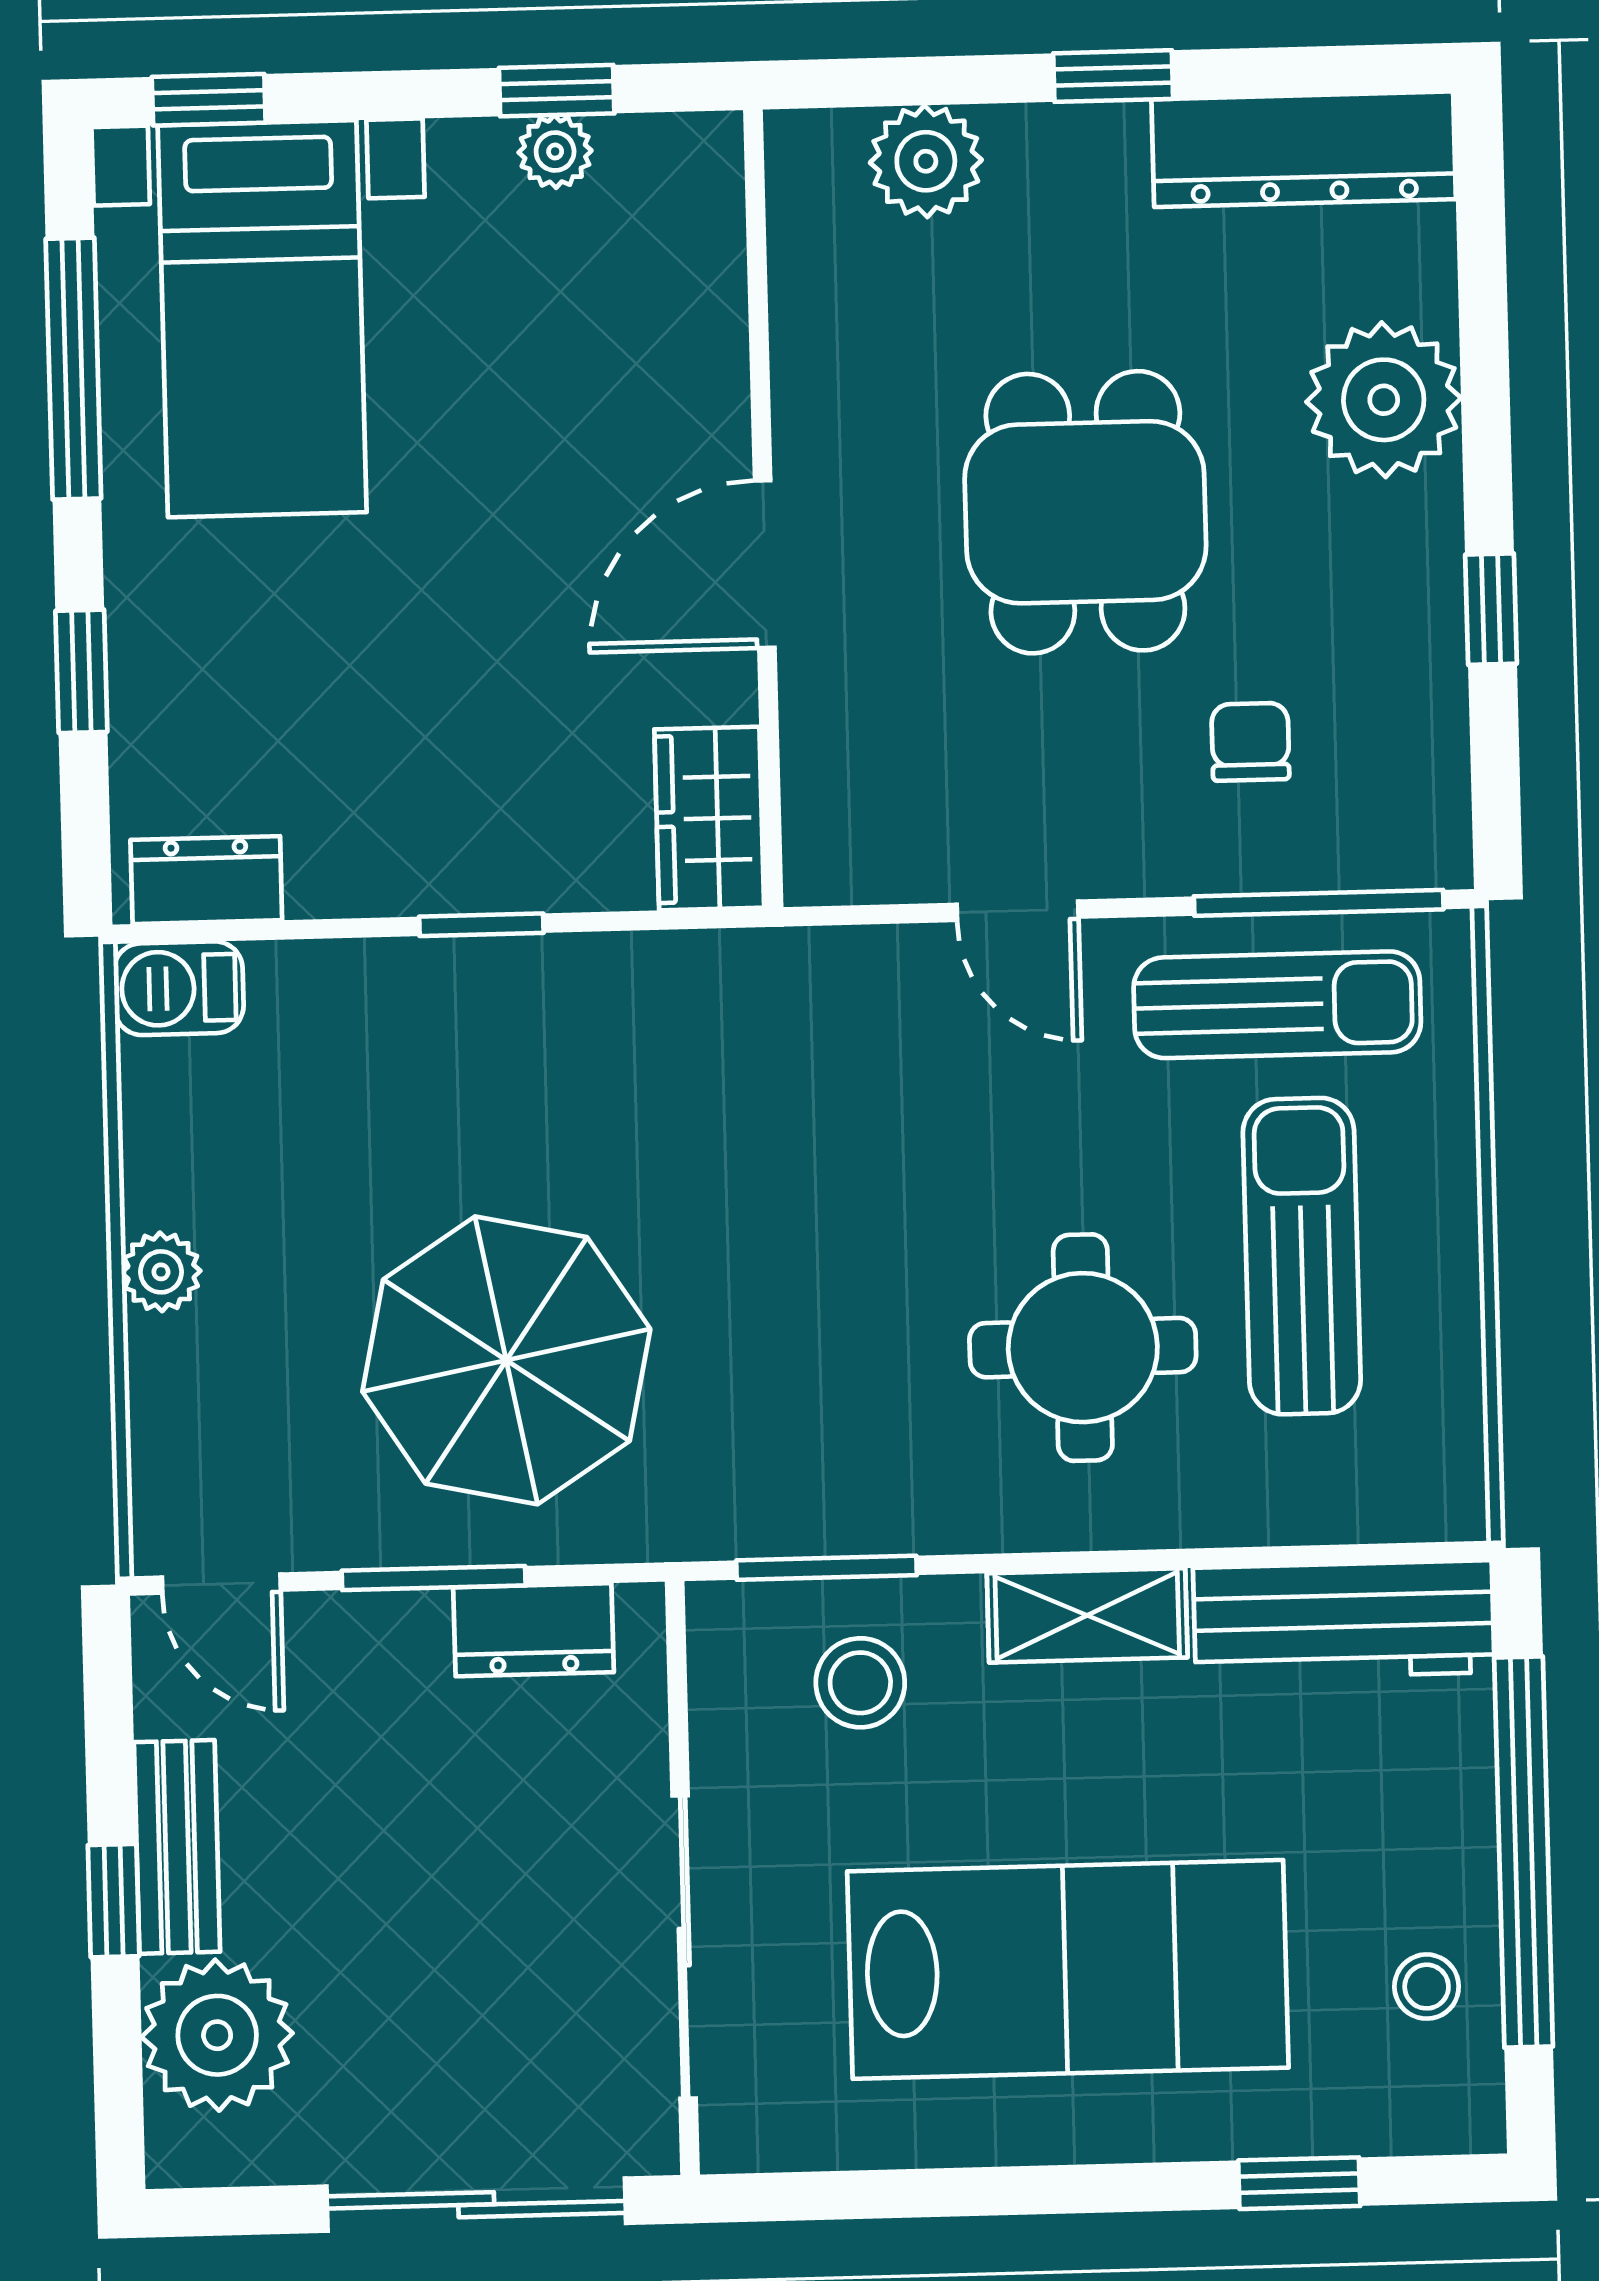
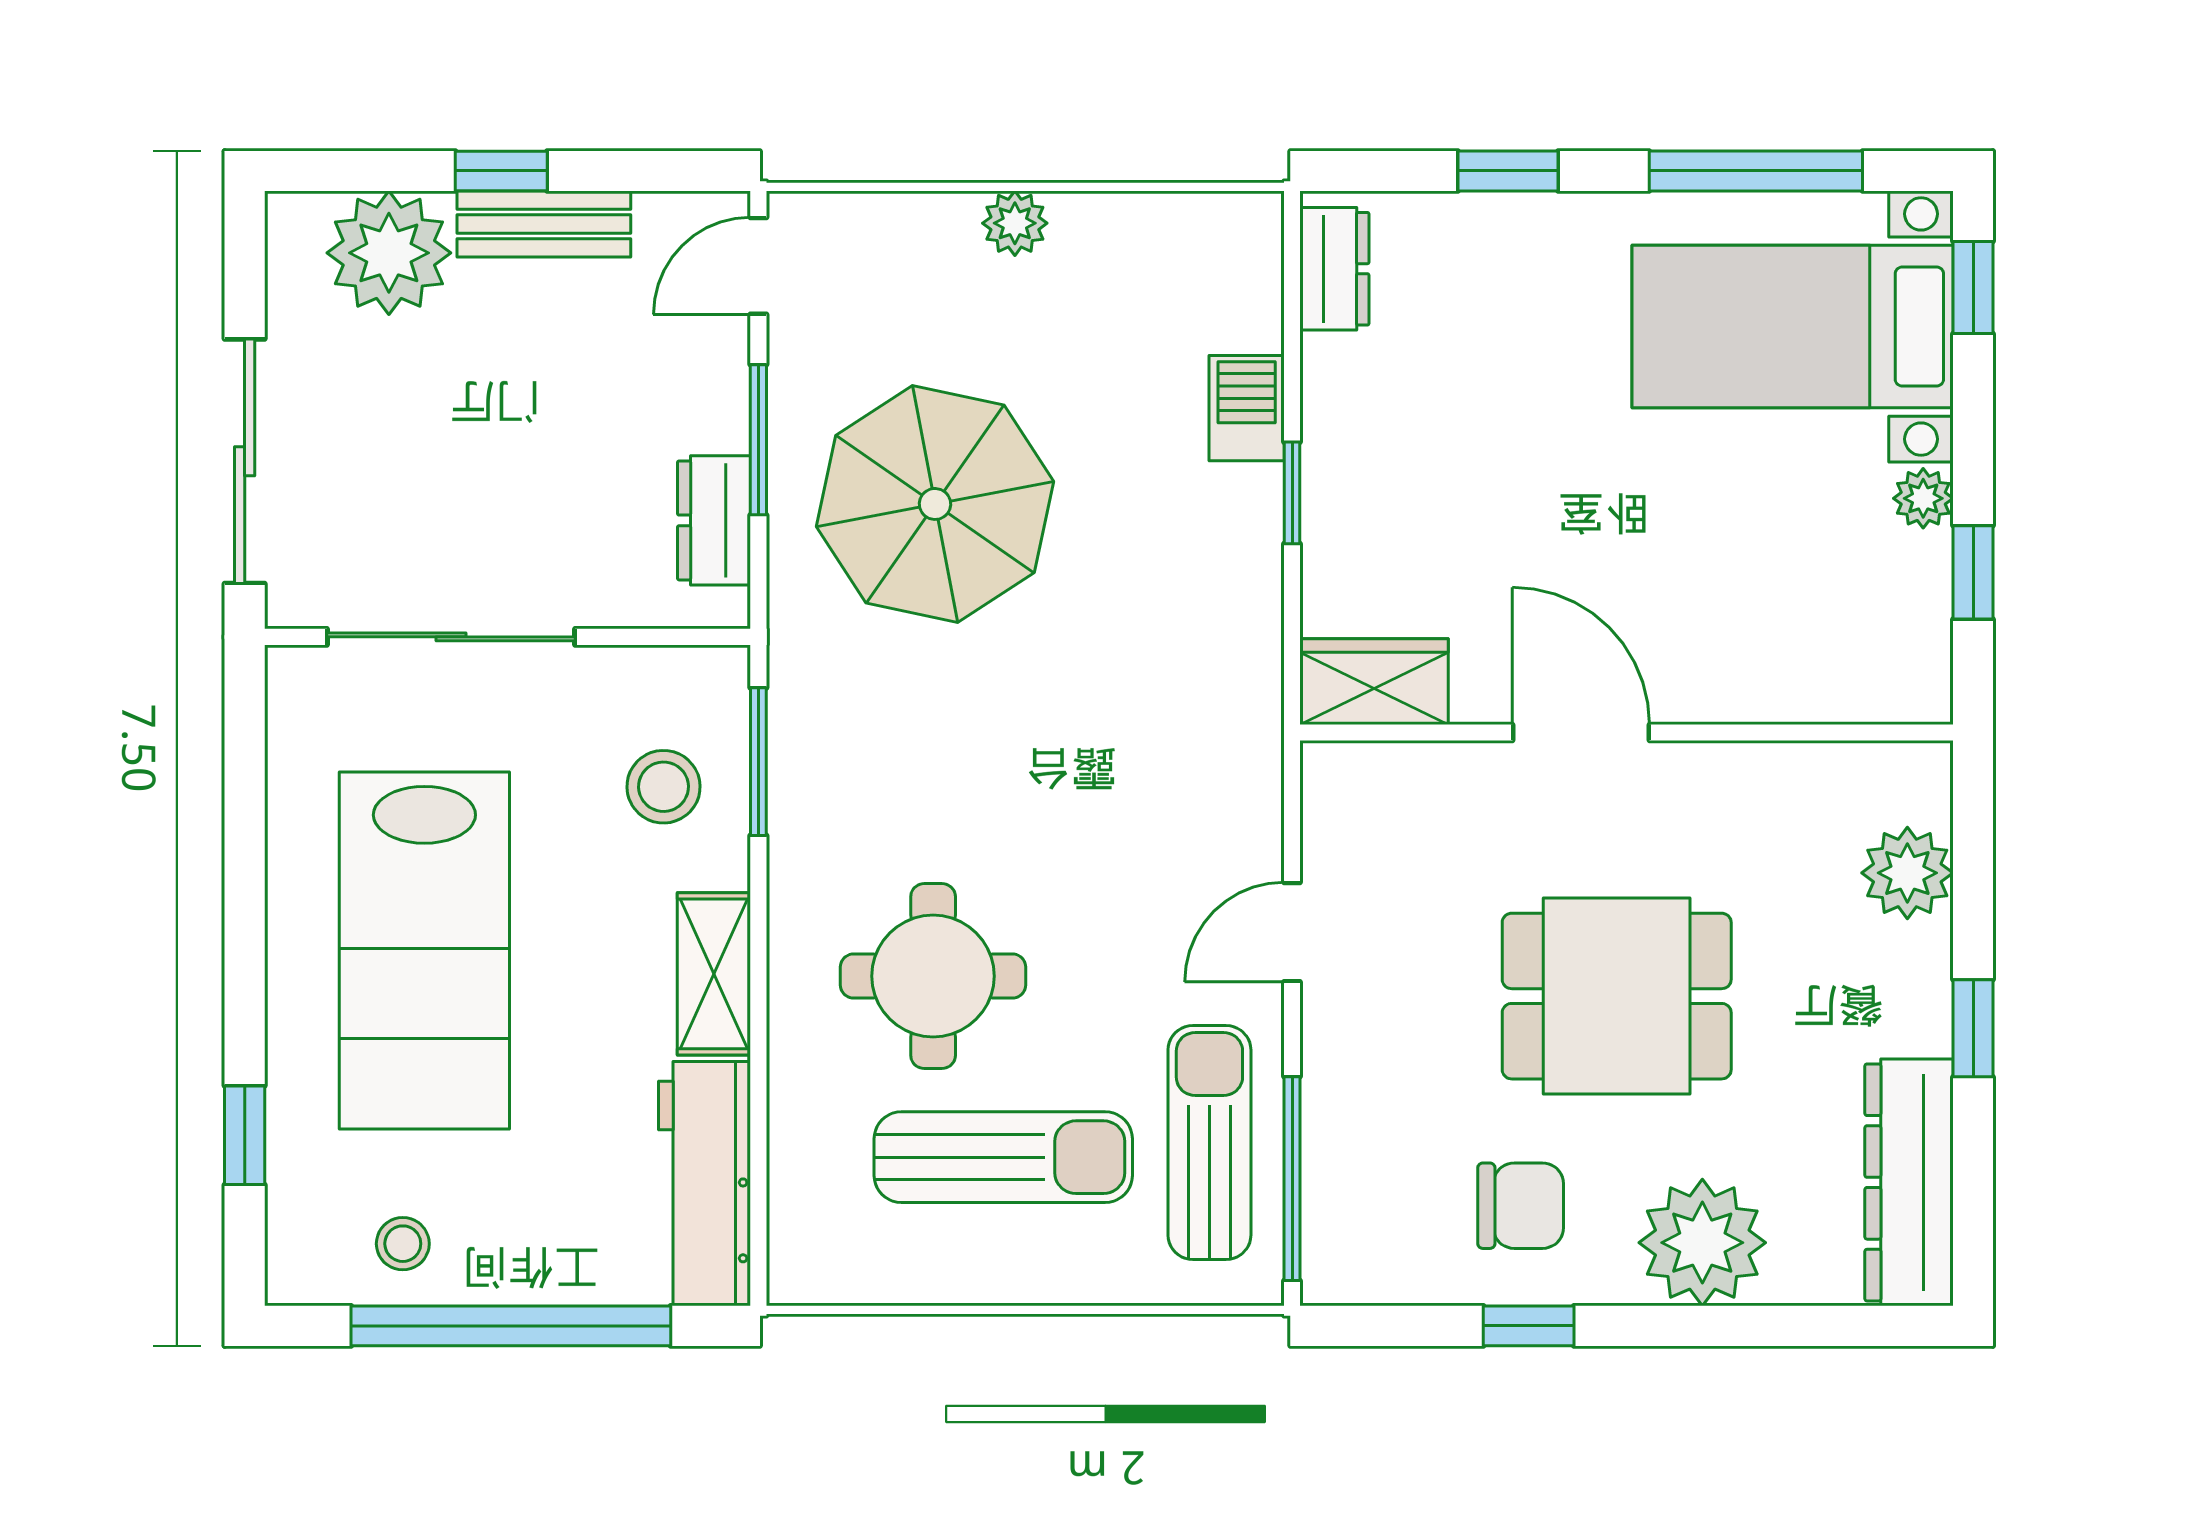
plant: (555, 151) -> (1923, 498), moved
chair: (1250, 742) -> (1521, 1206), moved, width x1.37, depth x1.37
barbecue: (179, 988) -> (1247, 408), moved
sun lounger: (1277, 1005) -> (1209, 1143), turned 180

